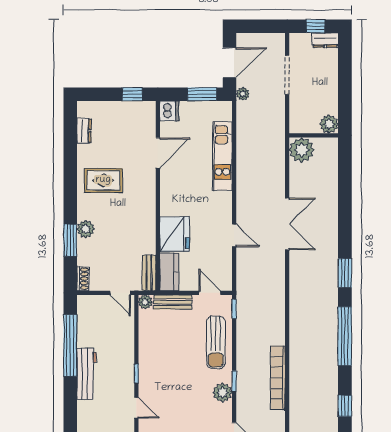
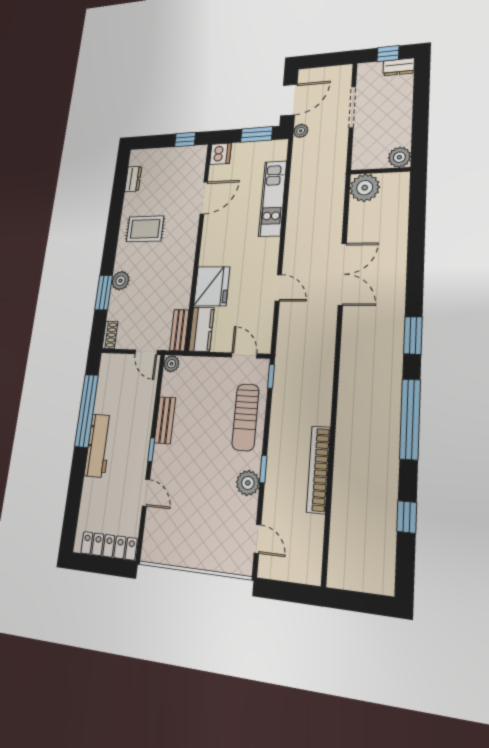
bench: (173, 302) -> (165, 420), moved, turned 90

